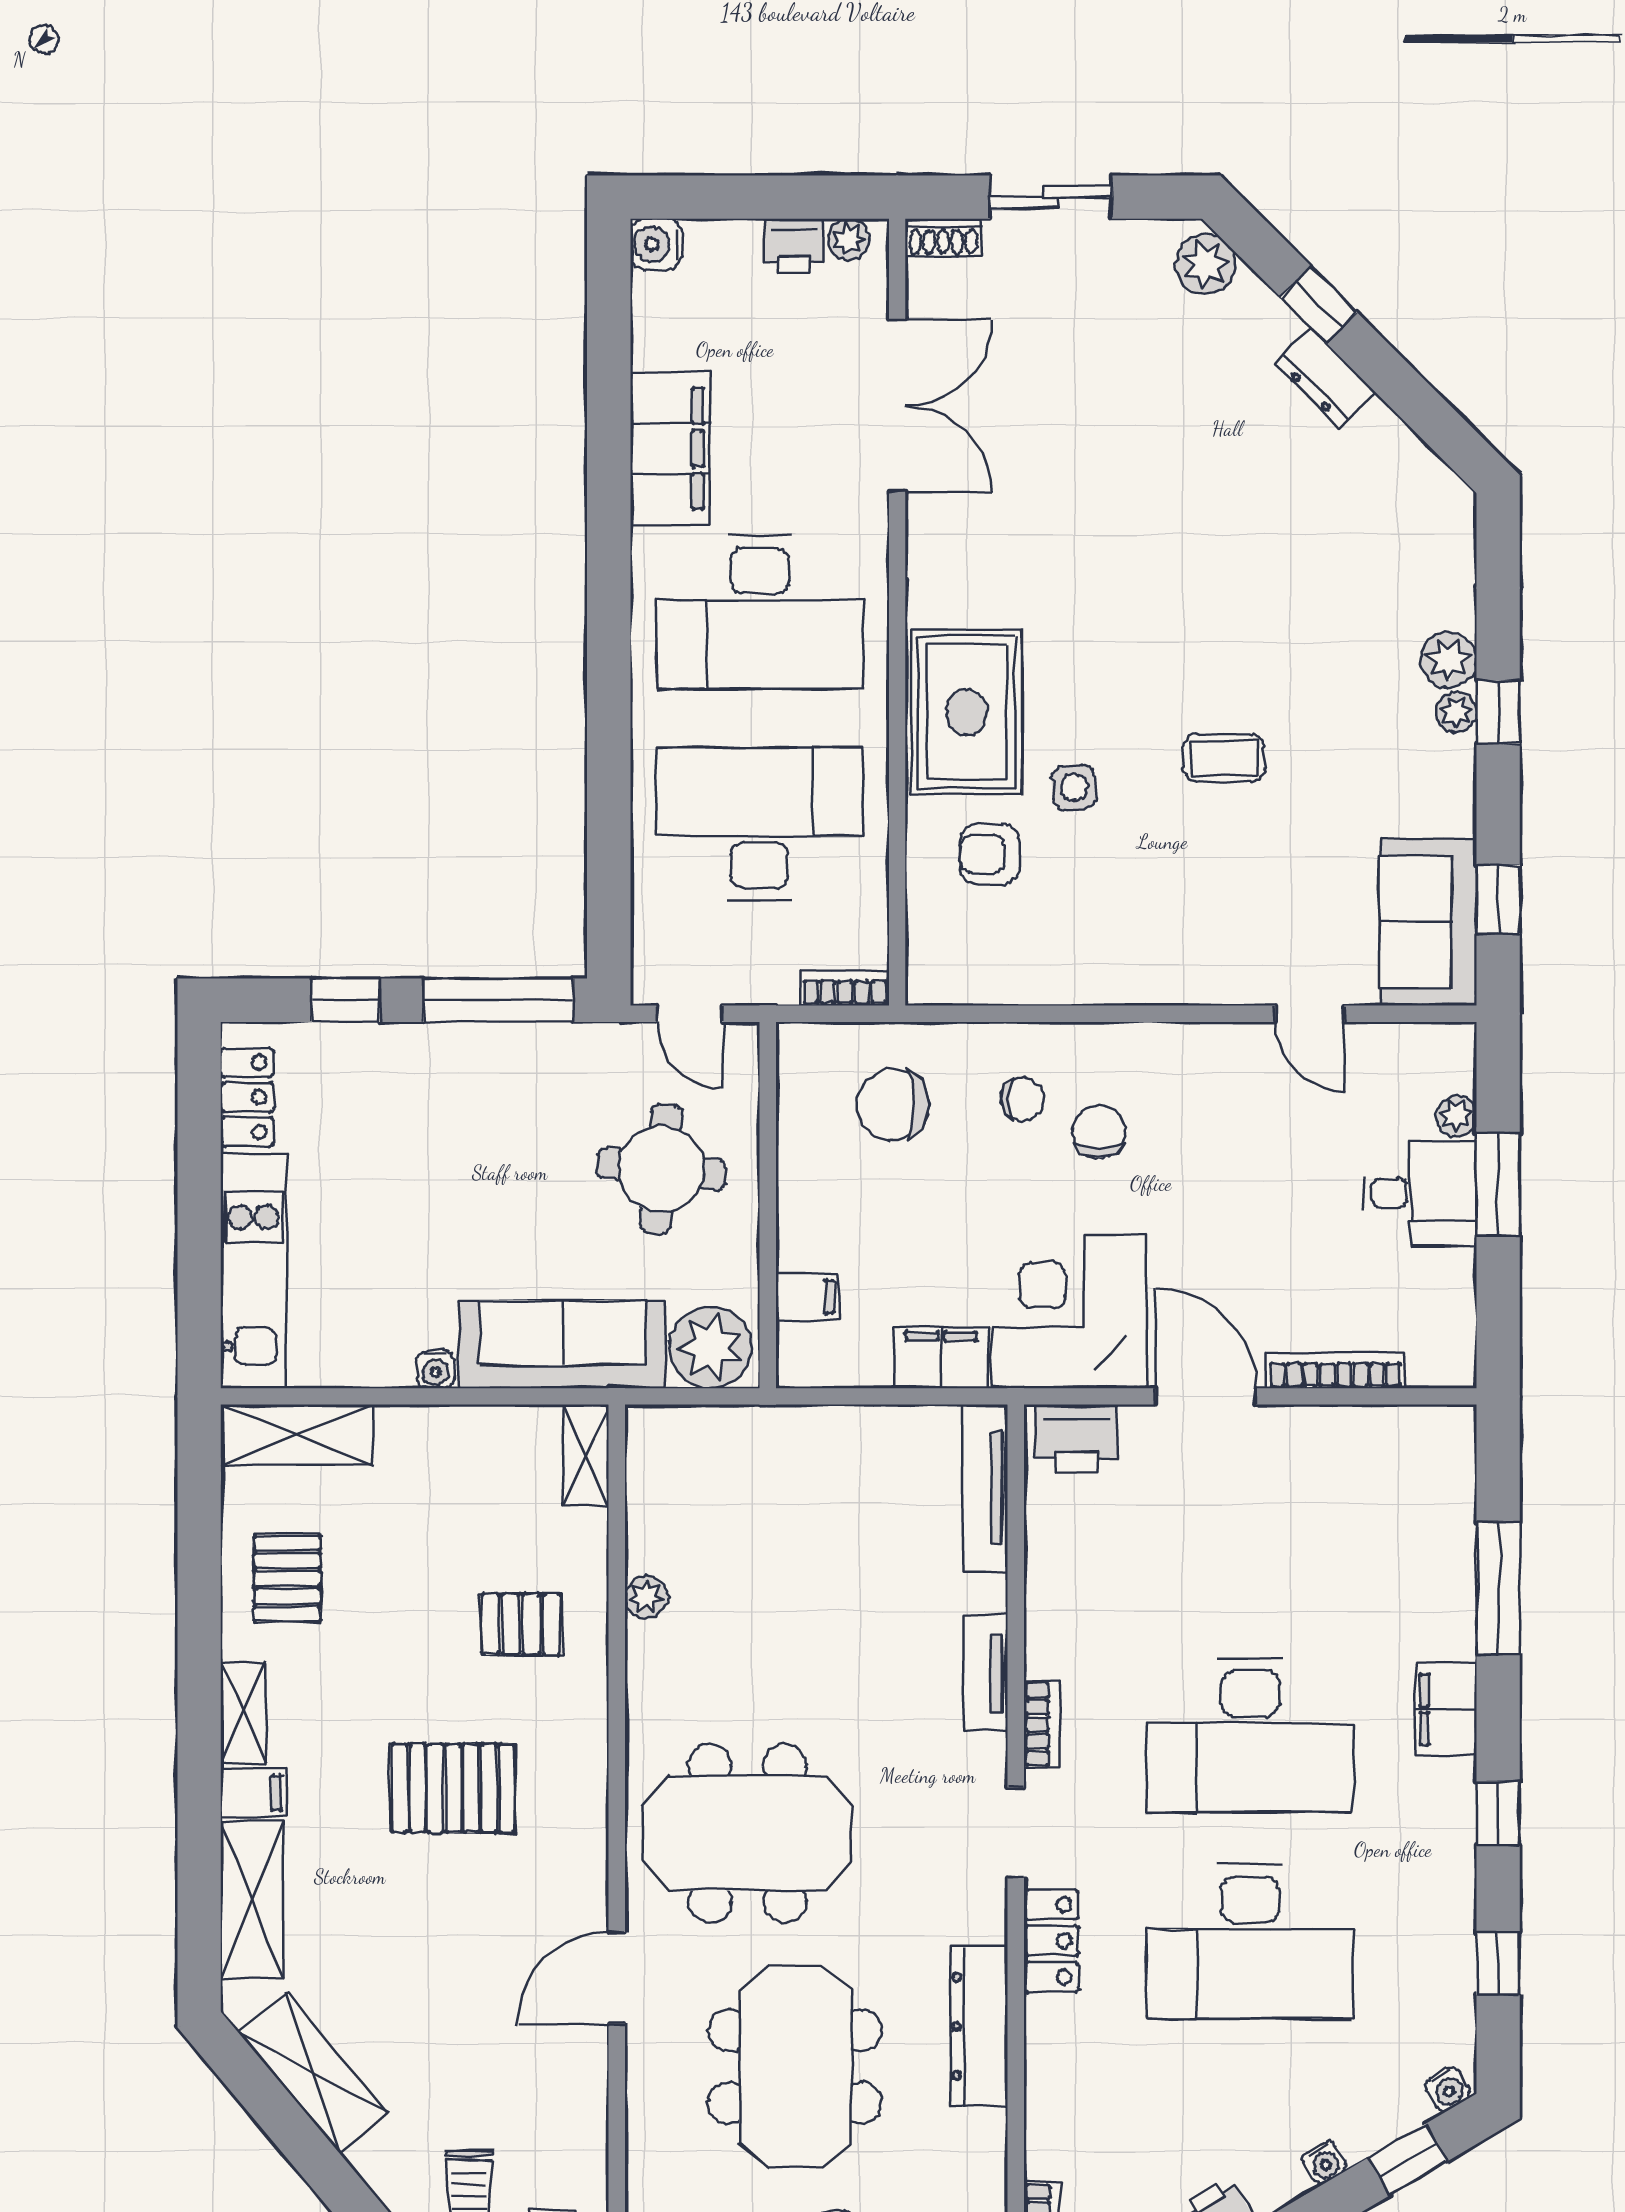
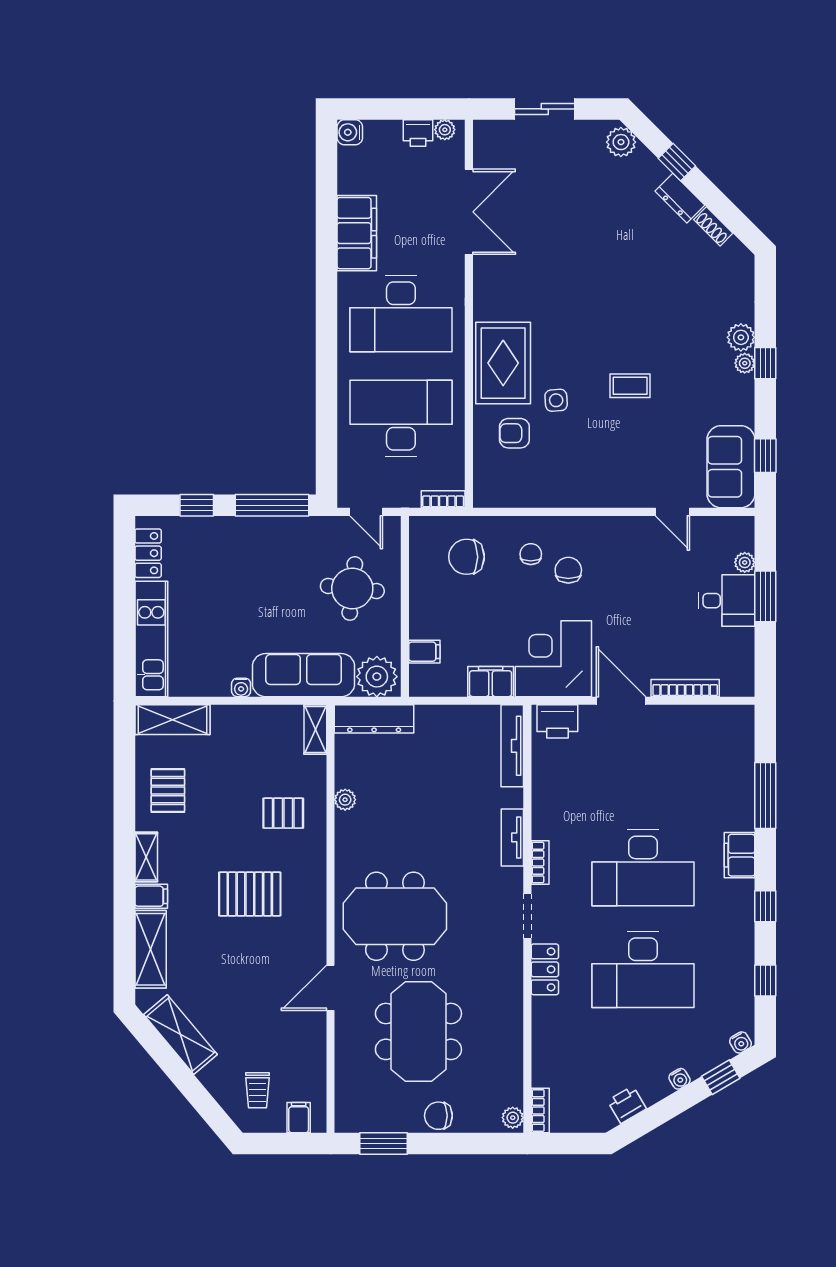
shoe rack: (943, 237) -> (713, 226), moved, turned 45
chair: (1023, 1099) -> (531, 554), turned -90
dresser: (979, 2026) -> (374, 719), moved, turned -90

